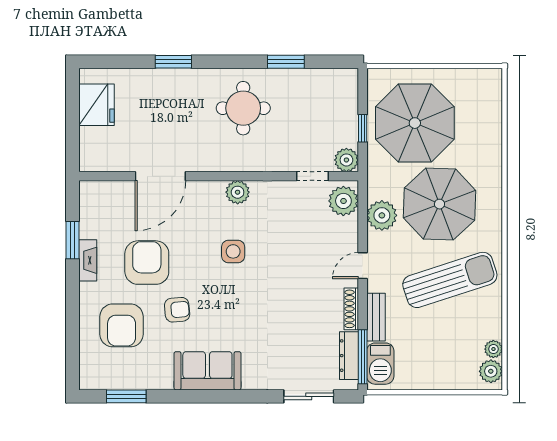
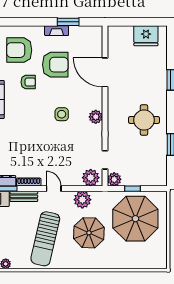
parasol: (439, 204) -> (89, 233), width x0.73, depth x0.73
sun lounger: (450, 280) -> (45, 239), turned 31
armchair: (177, 310) -> (28, 82), turned -85

